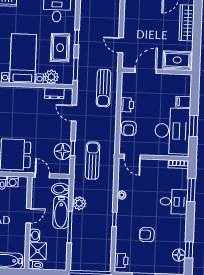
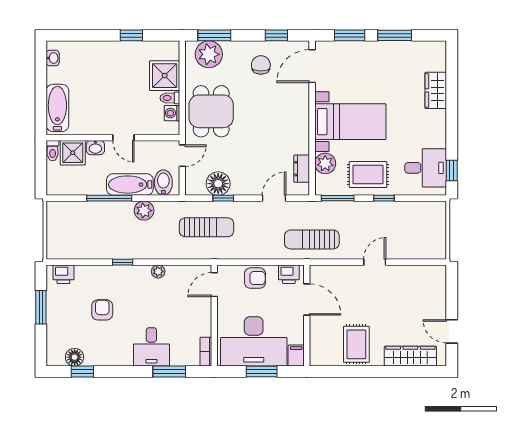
door: (146, 71) -> (307, 299), moved
wall: (157, 71) -> (307, 316), moved
armchair: (129, 128) -> (255, 278), turned 180

